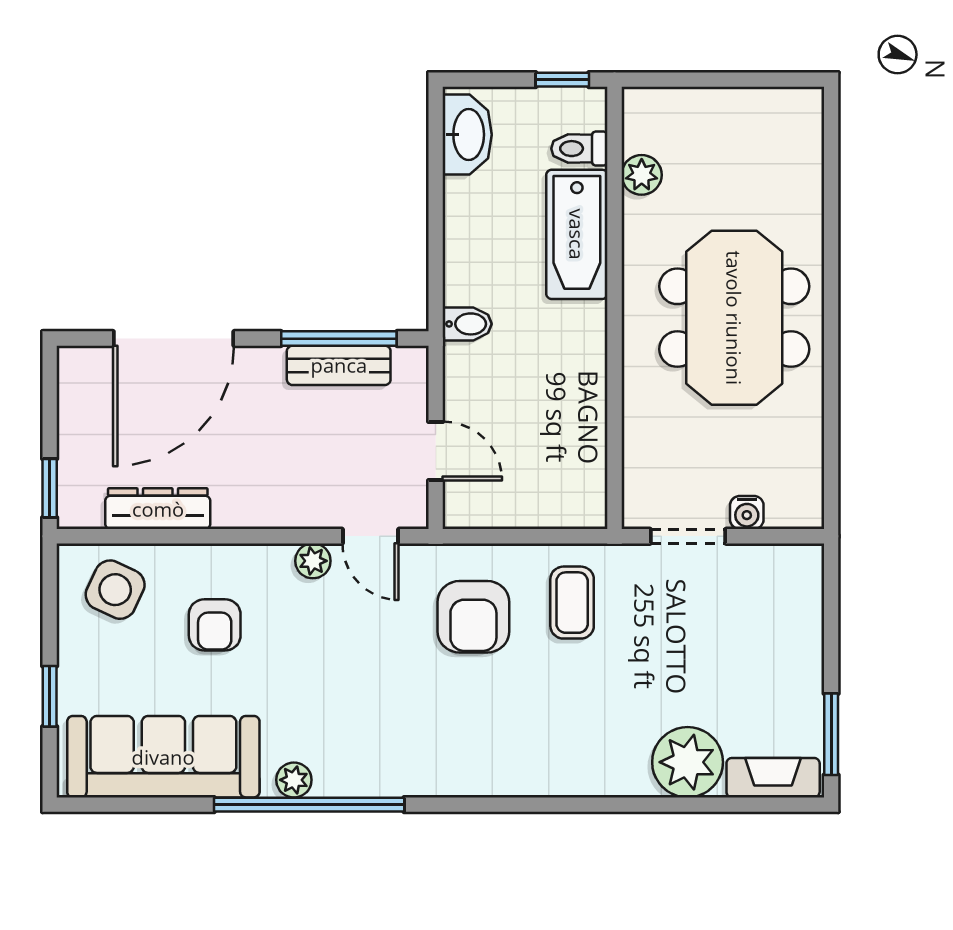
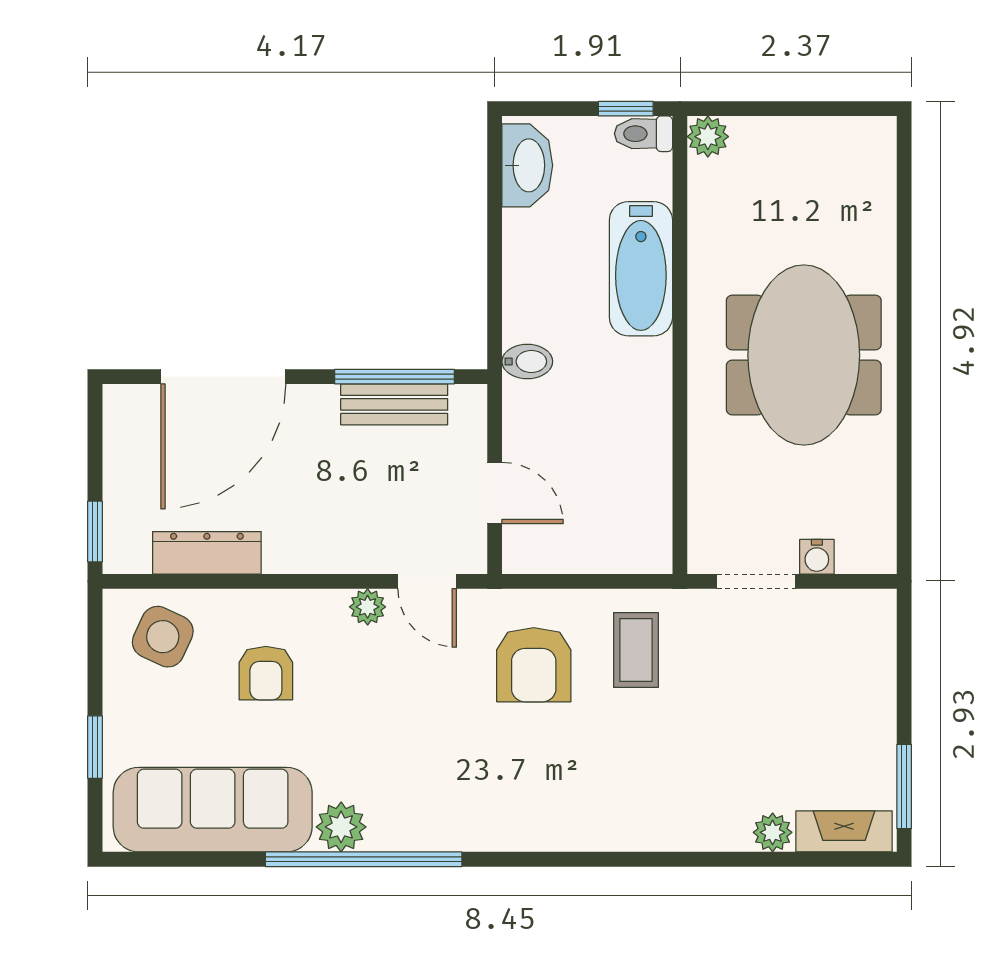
toilet: (579, 149) -> (644, 134), moved
plant: (642, 175) -> (708, 137), moved
plant: (688, 762) -> (773, 832), width x0.53, depth x0.53
plant: (294, 780) -> (341, 827), width x1.38, depth x1.38

